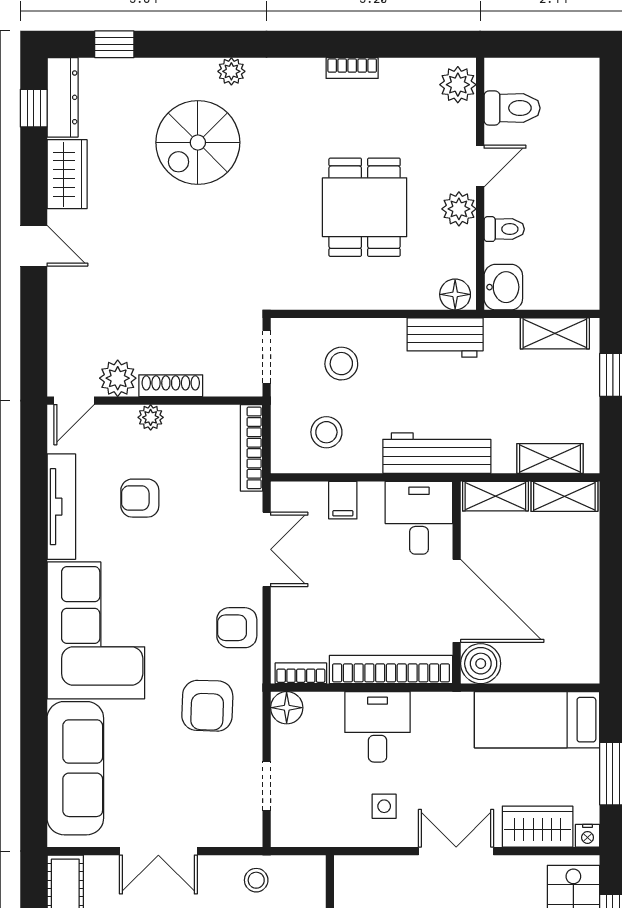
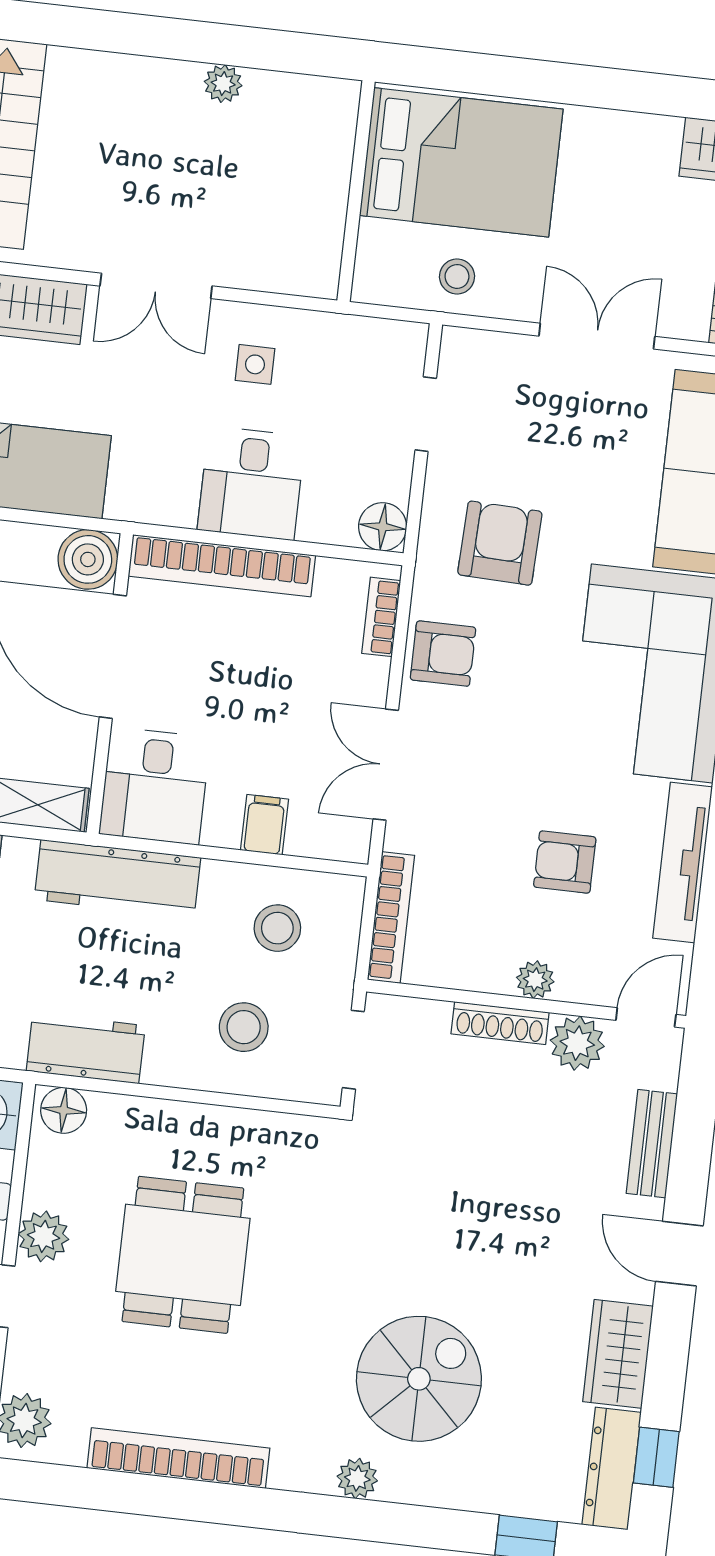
bookcase: (352, 68) -> (178, 1458), width x2.31, depth x1.31
bench: (60, 317) -> (652, 1144), added
armchair: (140, 498) -> (565, 862), turned 180
bookcase: (301, 673) -> (381, 617), moved, turned 90

